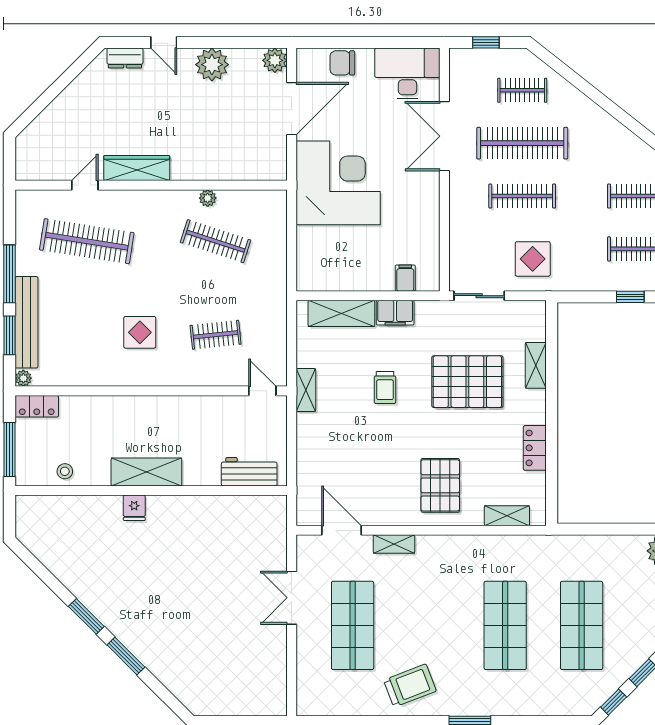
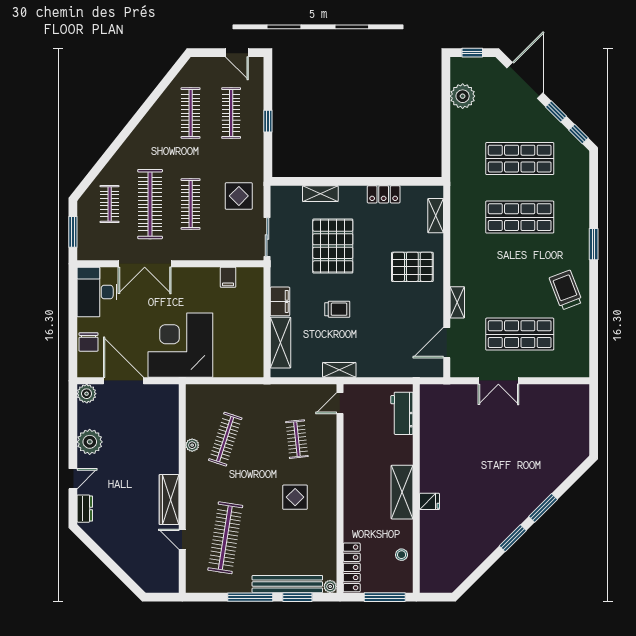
window: (486, 42) -> (73, 232), width x1.50
filing cabinet: (405, 278) -> (228, 277), moved, turned -90
locker: (37, 406) -> (352, 567), width x1.53

